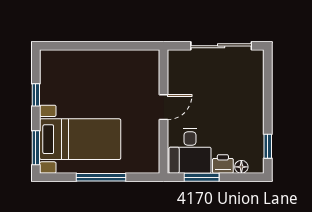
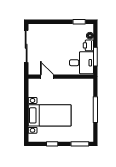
door: (163, 107) -> (47, 77), moved
bed with nightstands: (80, 139) -> (50, 115), moved, turned 90

